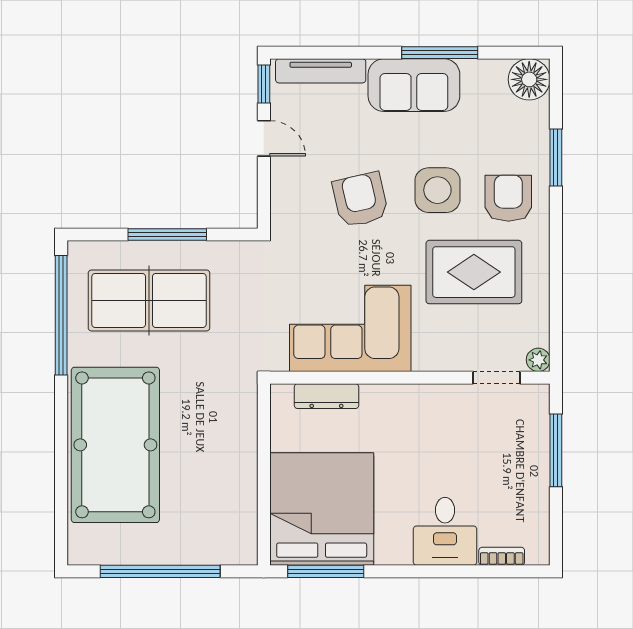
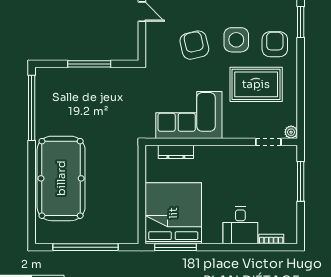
table tennis table: (149, 300) -> (79, 100), removed

